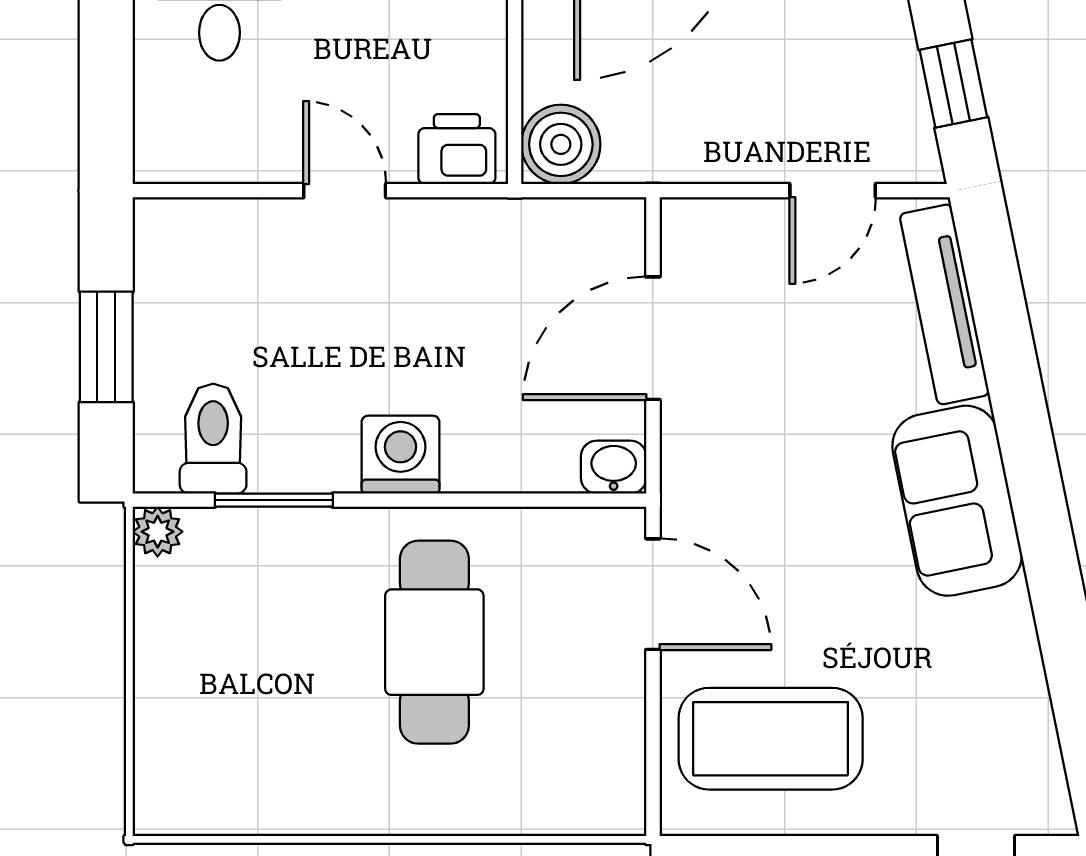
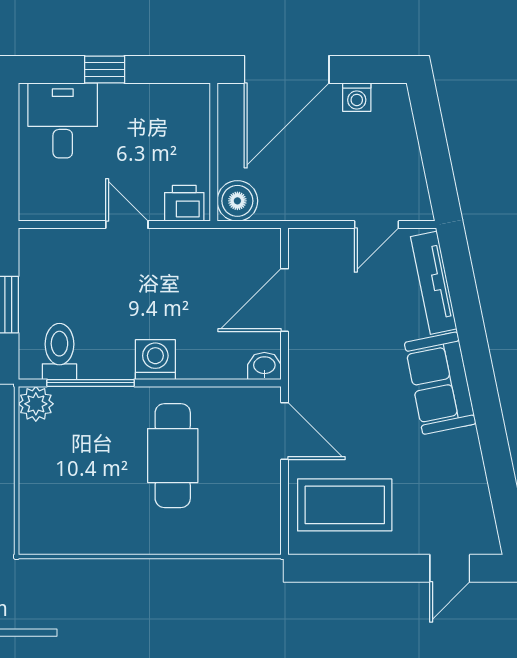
window: (953, 84) -> (438, 170), removed
window: (274, 500) -> (91, 383), width x1.44
plant: (158, 532) -> (36, 404), width x1.38, depth x1.38

